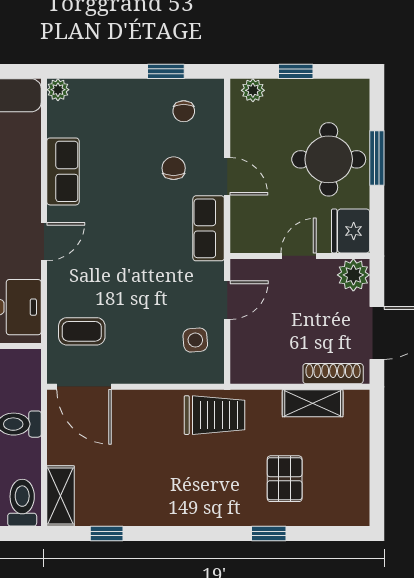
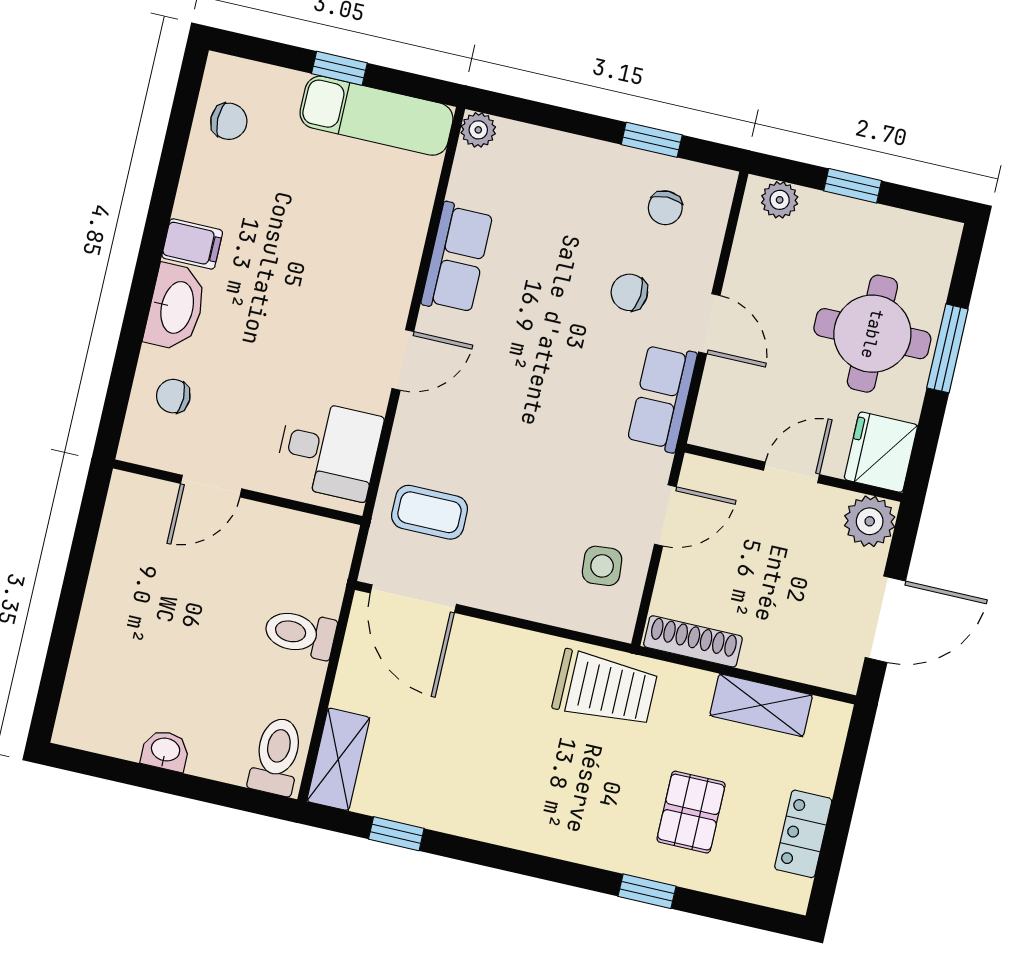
chair: (174, 168) -> (629, 292), turned -85
shoe rack: (333, 374) -> (693, 641), moved
locker: (357, 476) -> (803, 834), added

